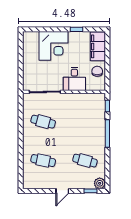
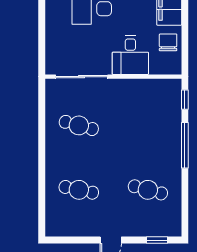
plant: (100, 183) -> (172, 227), removed

